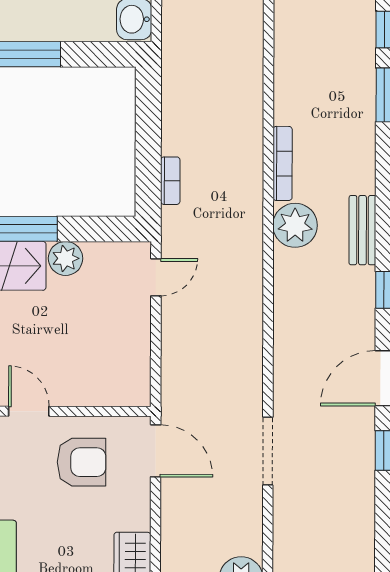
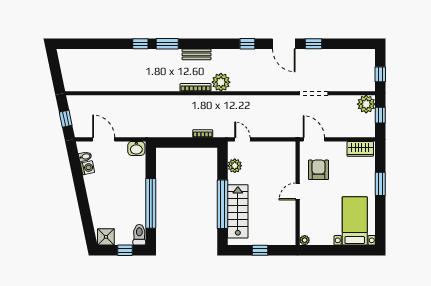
bench: (362, 230) -> (197, 54), moved
plant: (66, 258) -> (235, 166), moved
door: (156, 451) -> (314, 139), hinge flipped

